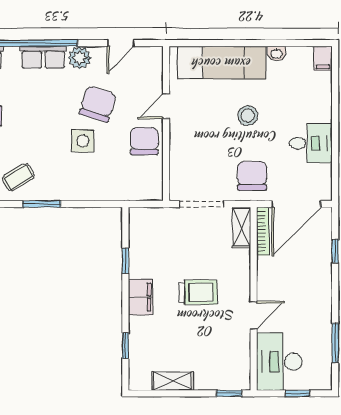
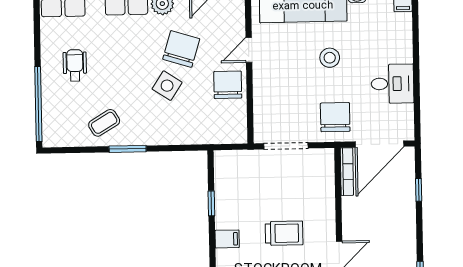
side table: (83, 141) -> (167, 86), turned 33
shelving: (241, 227) -> (326, 168), removed
filing cabinet: (141, 297) -> (227, 239), width x0.50

